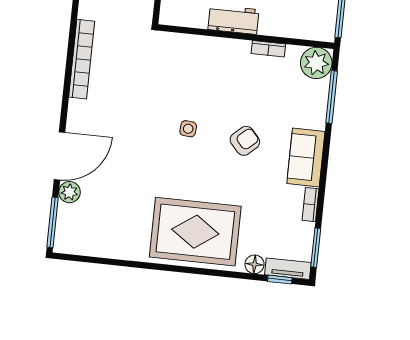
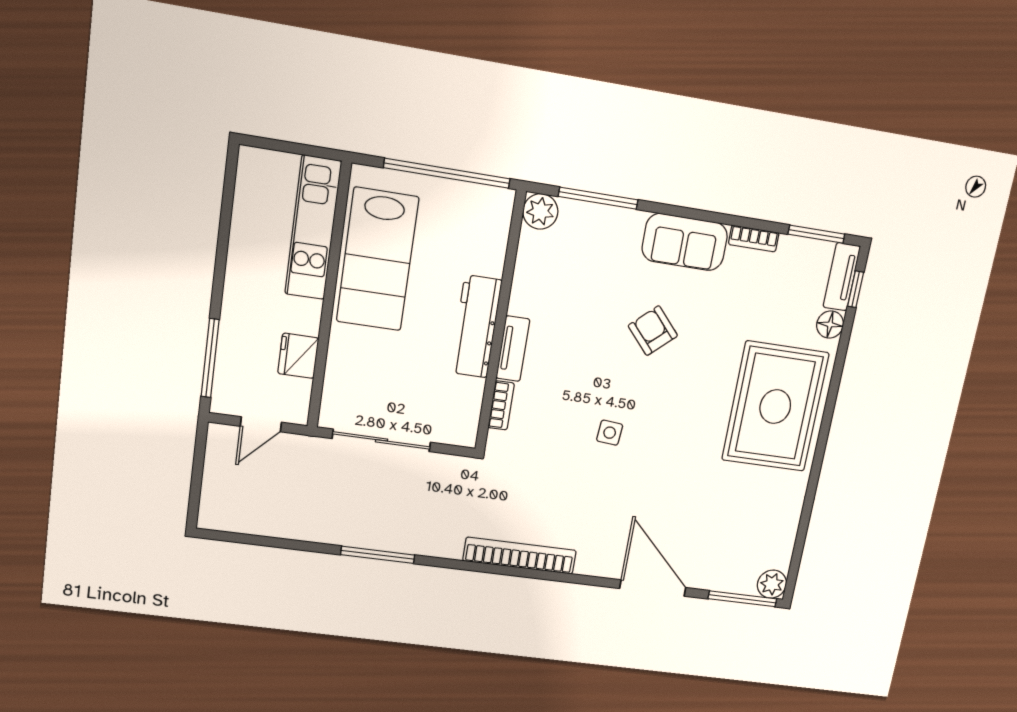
workbench: (233, 20) -> (476, 326), width x1.38
tv unit: (229, 46) -> (513, 349), added
bookcase: (268, 49) -> (501, 405), moved
plant: (316, 63) -> (540, 211), width x0.73, depth x0.73
side table: (188, 129) -> (610, 433), moved
plant: (70, 192) -> (772, 584), moved

